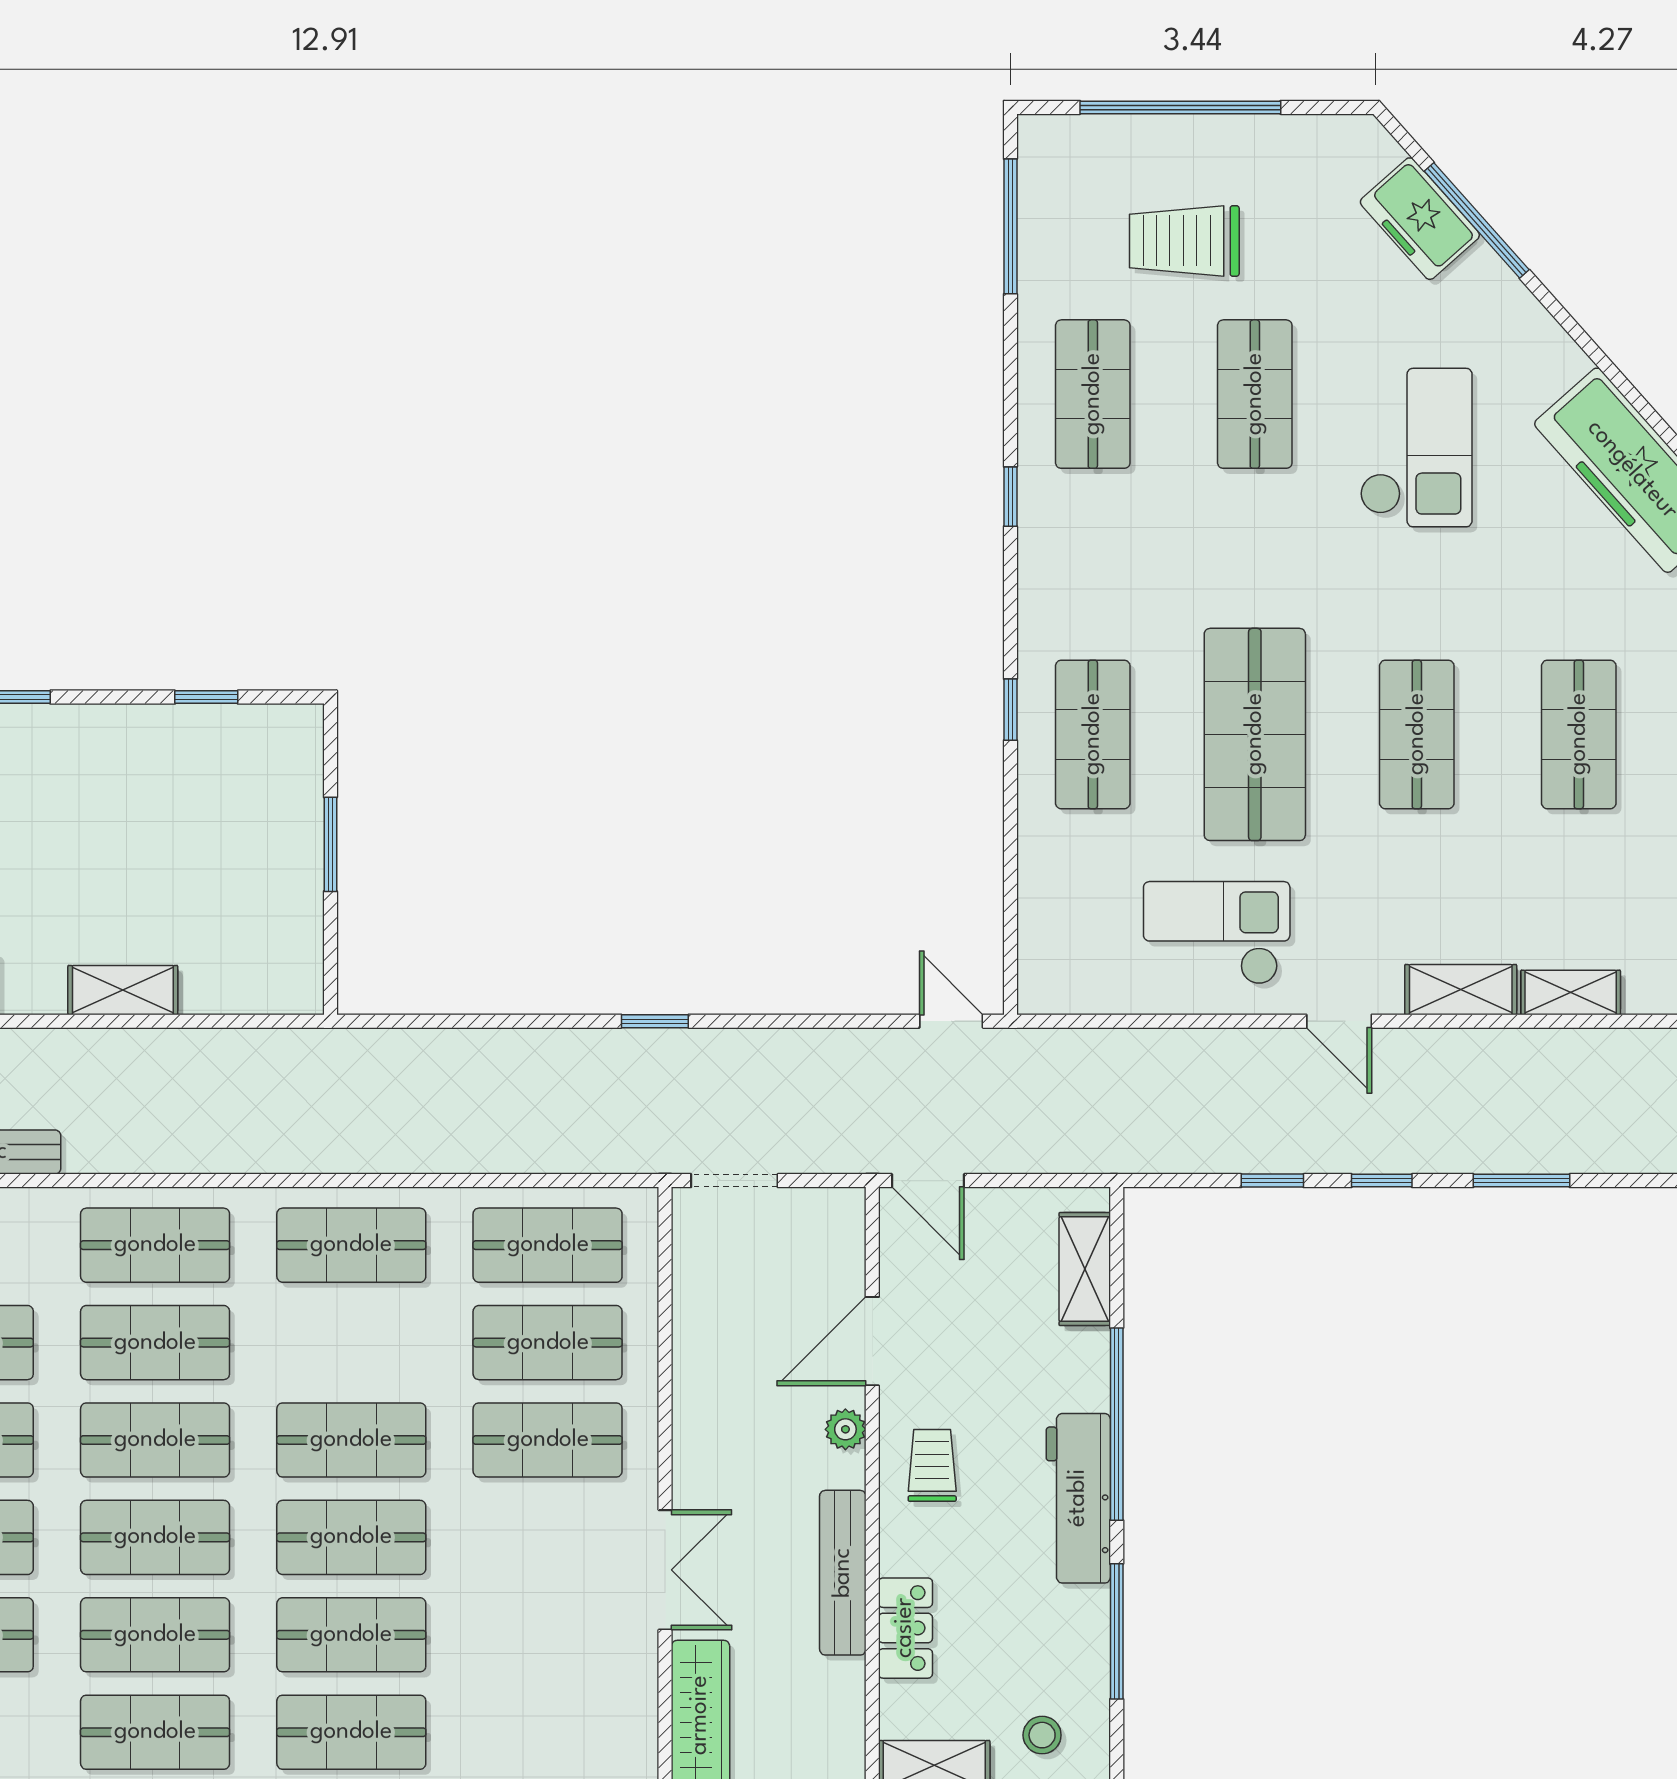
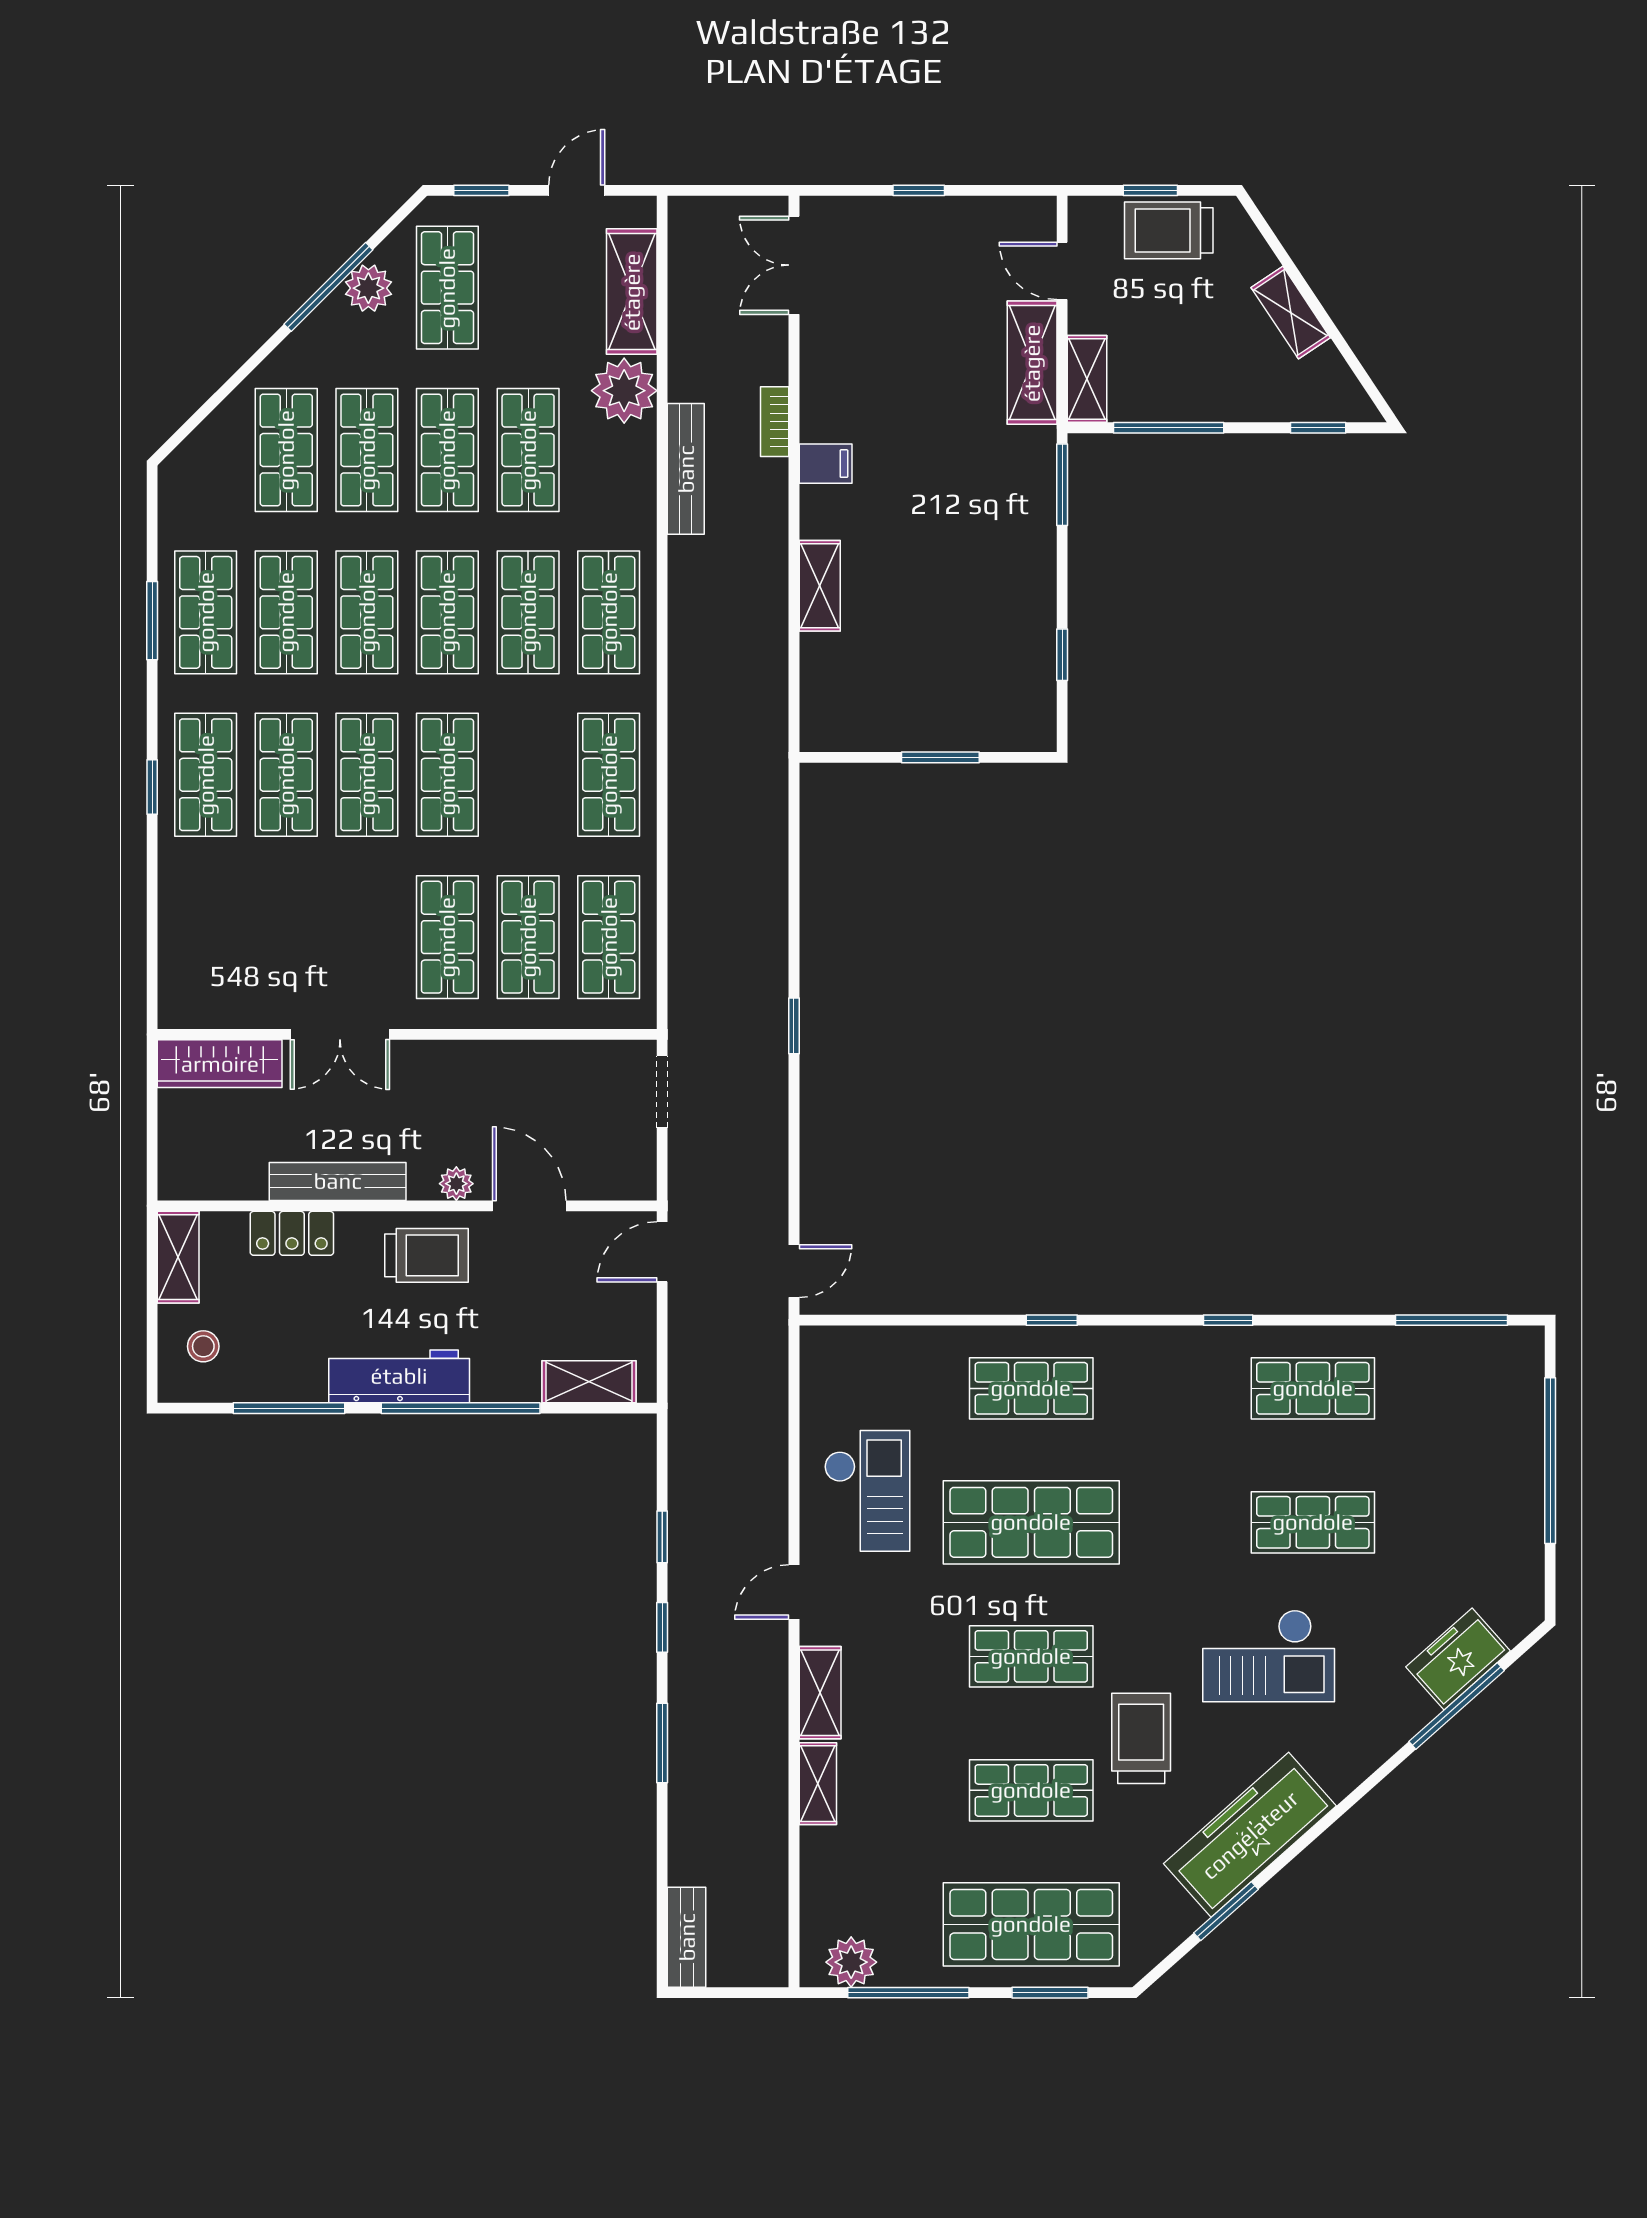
trolley: (1184, 241) -> (1141, 1738), moved
trolley: (932, 1465) -> (426, 1255), width x1.36, depth x1.39

